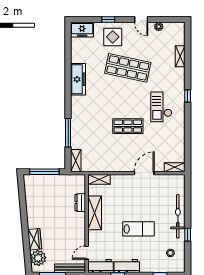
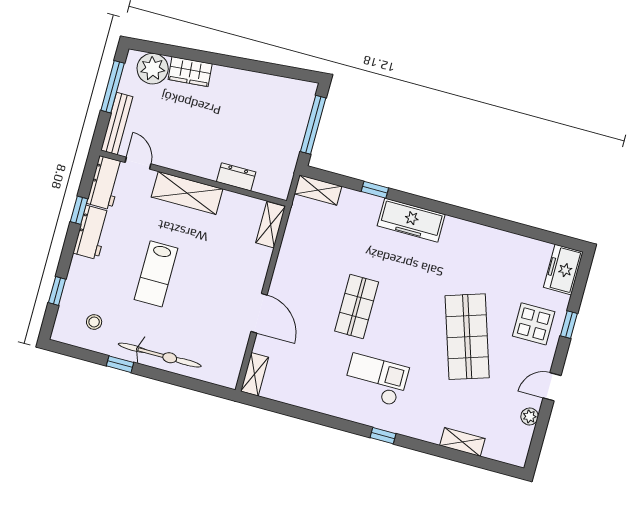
shop shelf: (128, 68) -> (467, 337), turned -30
freezer: (78, 79) -> (411, 220), moved
window: (68, 133) -> (375, 190), width x0.46
shelving: (95, 213) -> (187, 193), moved

